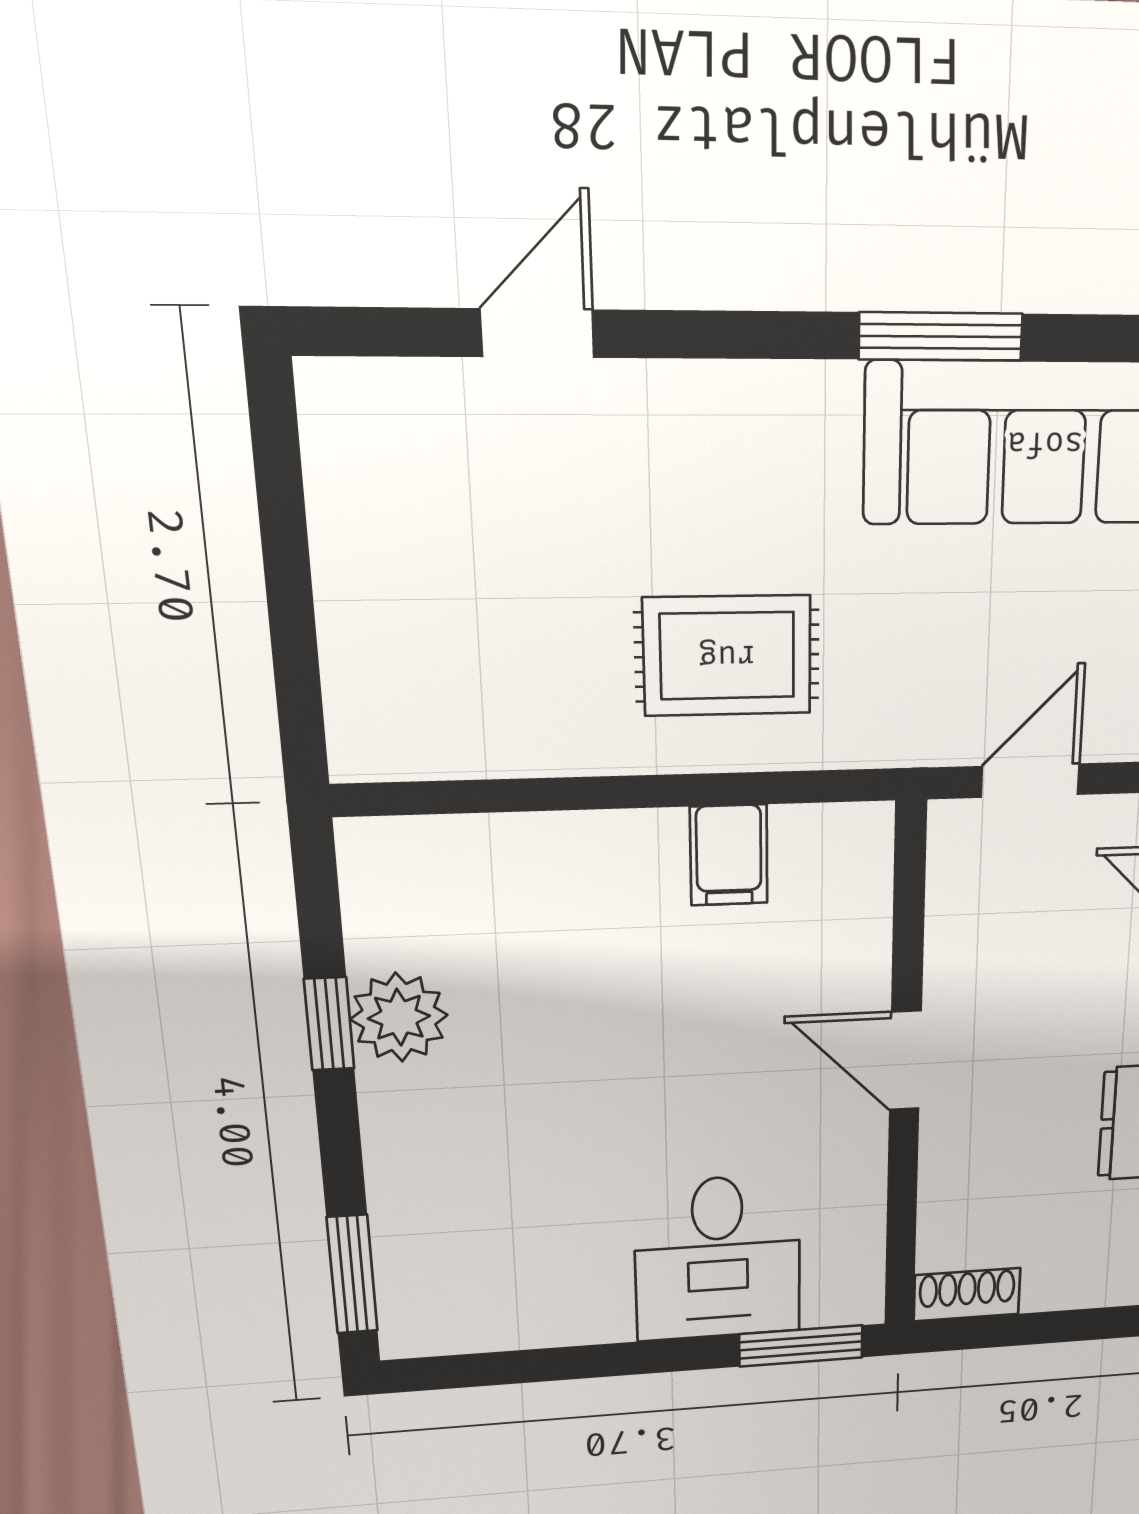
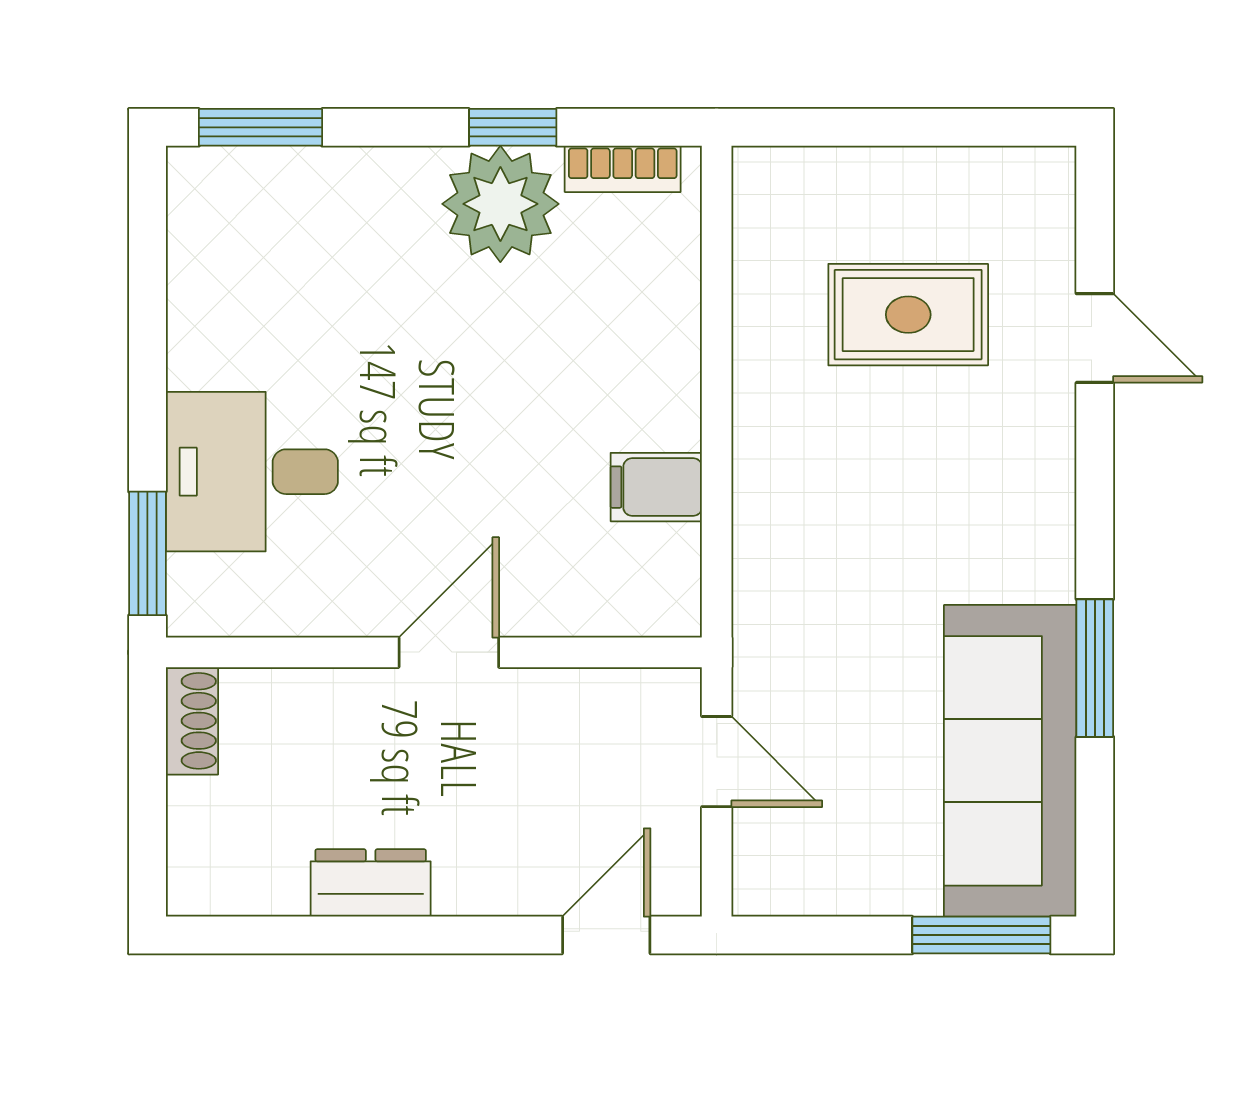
rug: (727, 656) -> (908, 315), moved, turned 90
bookcase: (367, 904) -> (623, 169), added
plant: (399, 1017) -> (500, 204), width x1.36, depth x1.36

